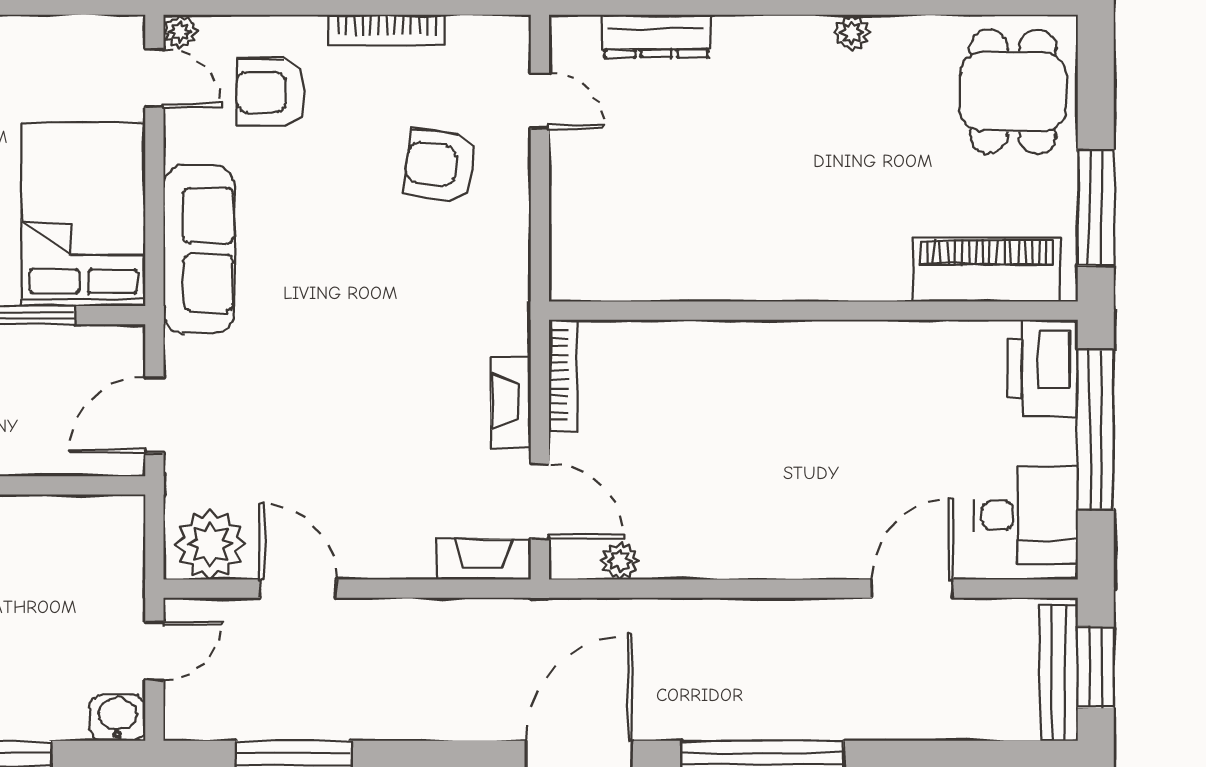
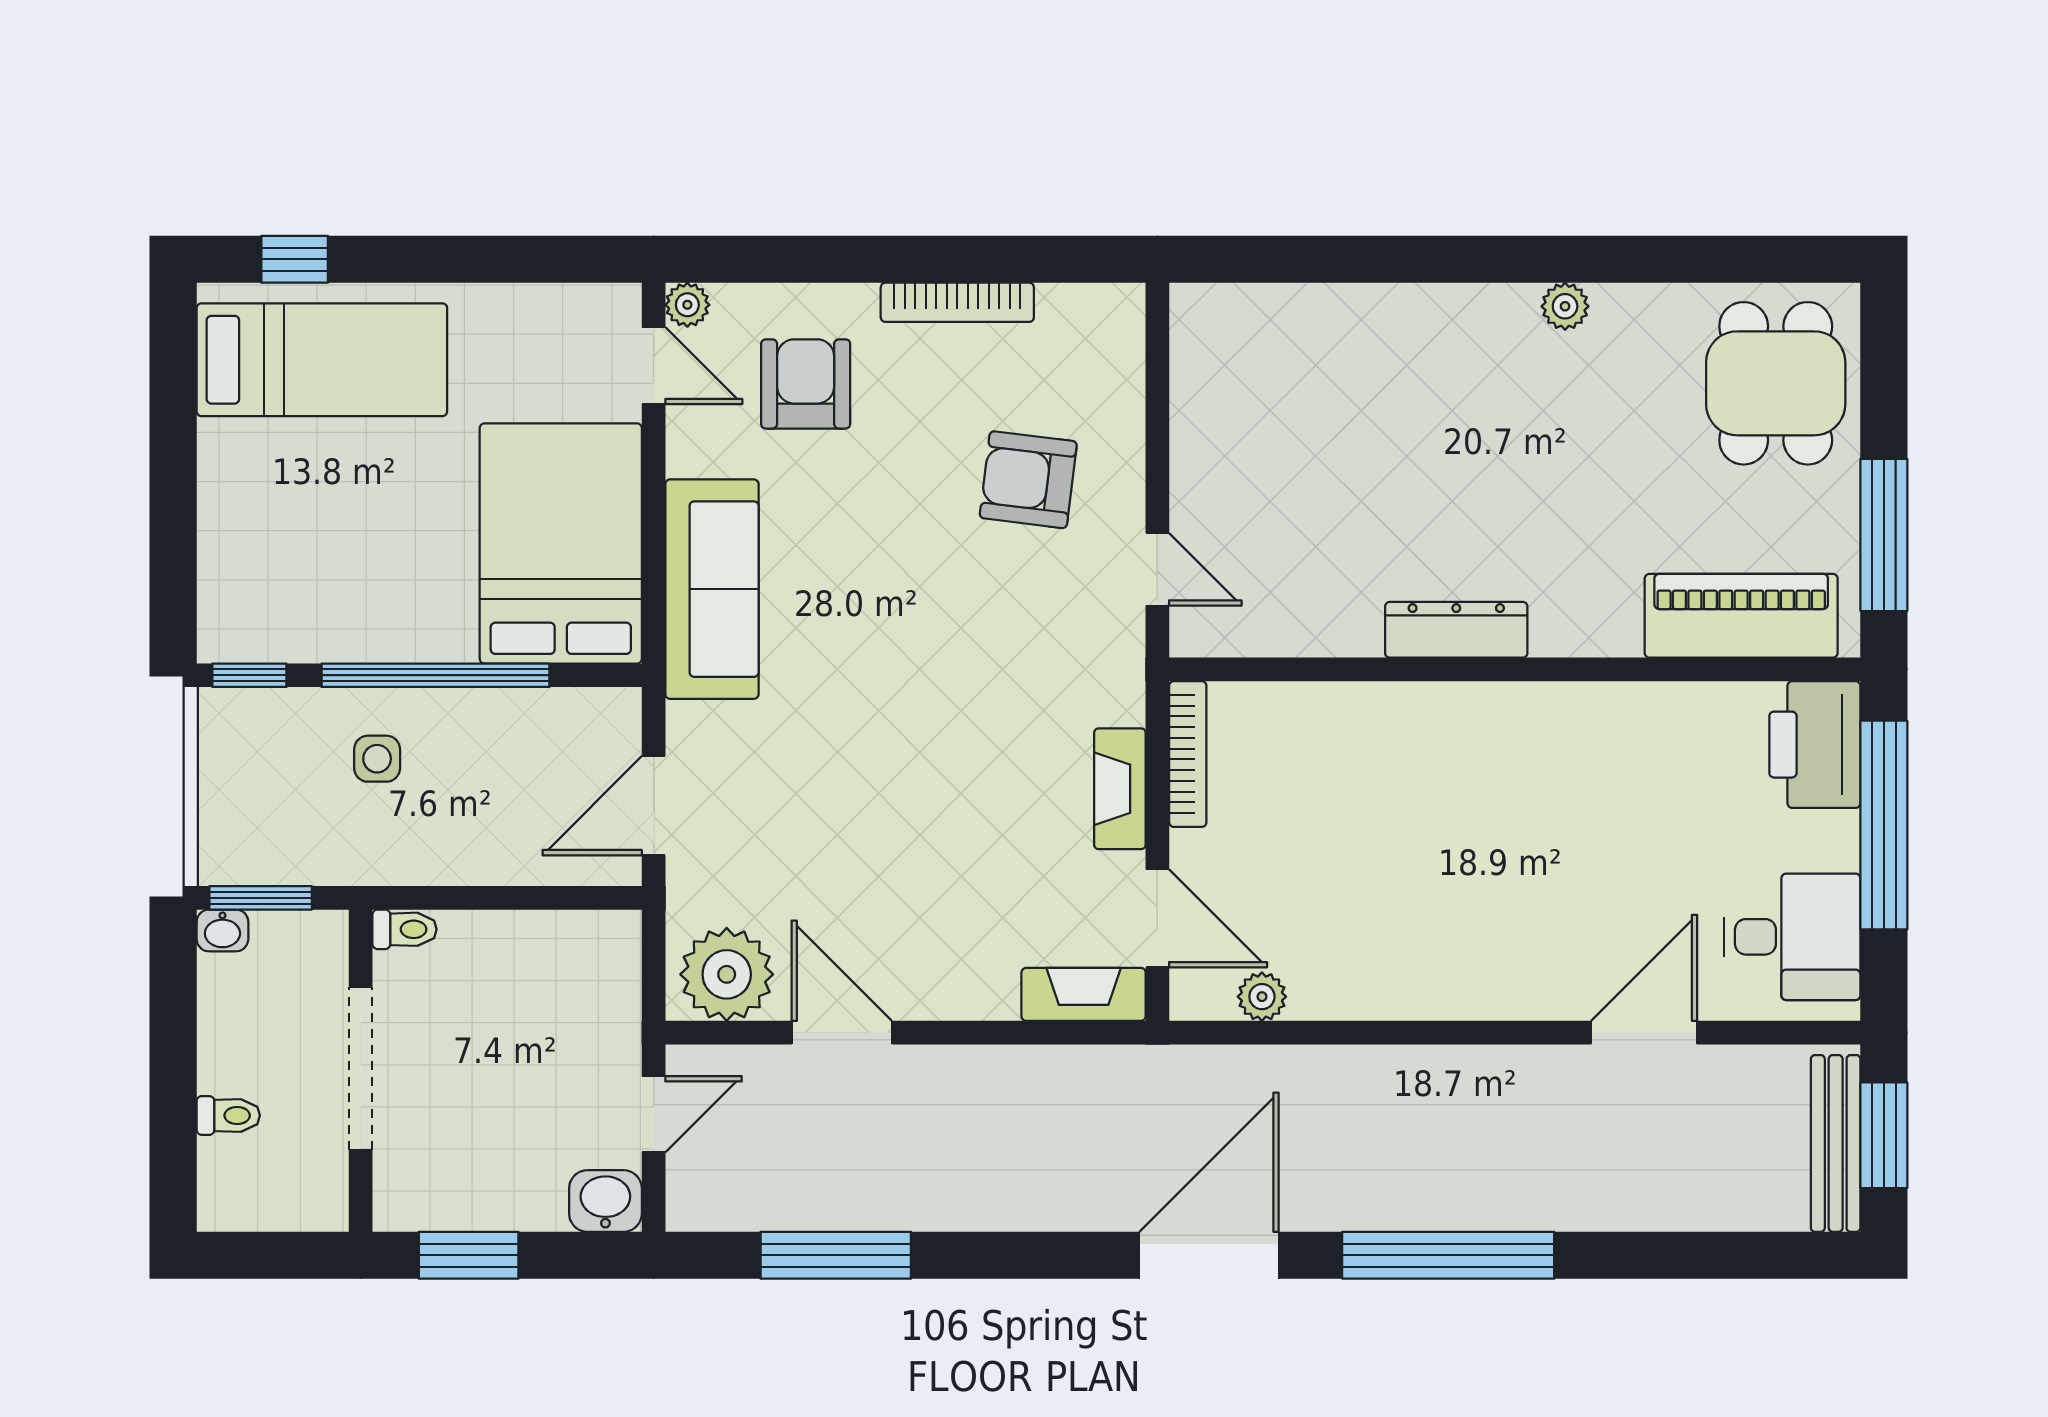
dresser: (656, 36) -> (1456, 630), moved, turned 180
armchair: (271, 92) -> (806, 384), turned 90
door: (540, 101) -> (1157, 569), moved

